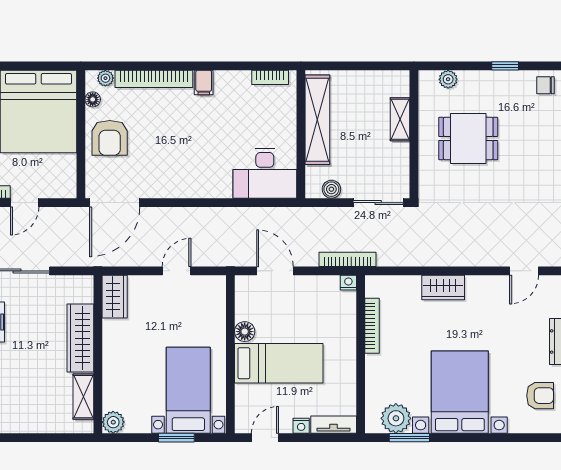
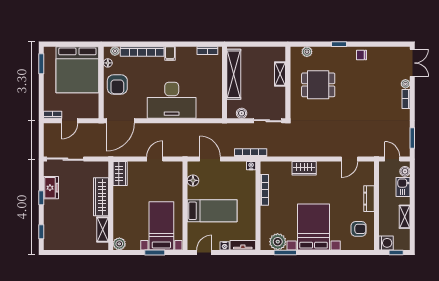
desk: (265, 173) -> (172, 100), moved, width x1.36, depth x1.30
floor lamp: (245, 332) -> (193, 180), moved

